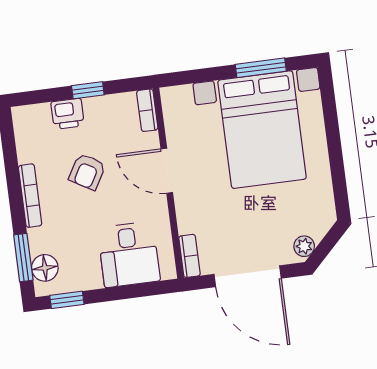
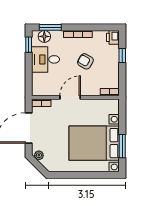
window: (88, 90) -> (122, 55), moved
printer: (67, 114) -> (113, 37), moved
door: (167, 171) -> (70, 97), moved
desk: (129, 254) -> (46, 59), moved

